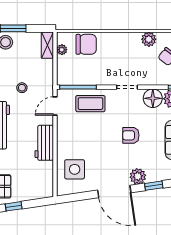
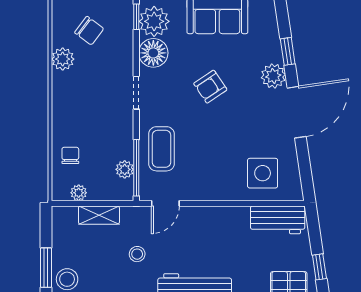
chair: (86, 44) -> (70, 155), width x0.54, depth x0.54
shelving: (47, 45) -> (99, 215), moved
plant: (77, 80) -> (125, 169), added
door: (55, 106) -> (165, 203), hinge flipped
armchair: (131, 135) -> (210, 87), turned 56
workbench: (44, 143) -> (278, 220), moved

